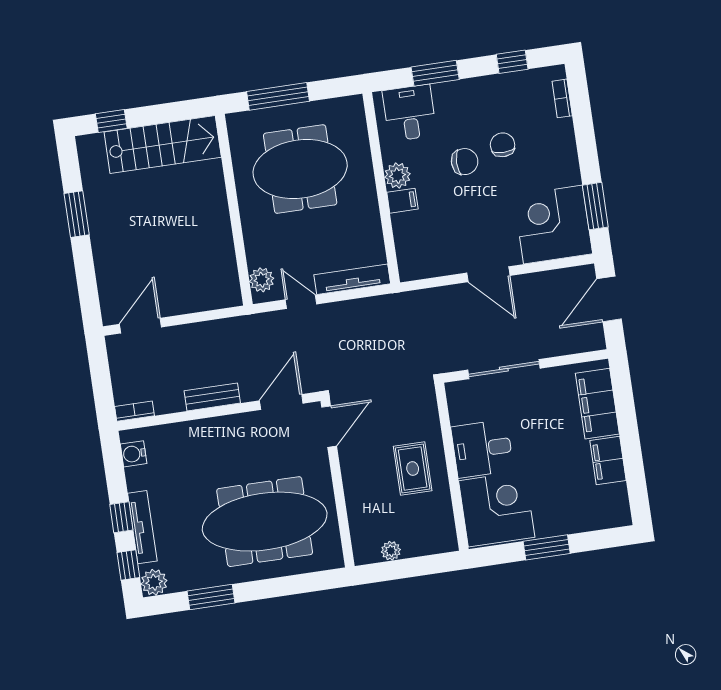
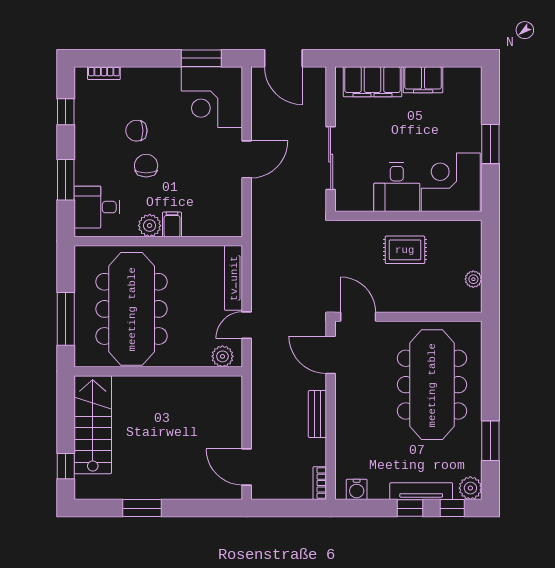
meeting table: (300, 169) -> (132, 309), width x1.36

